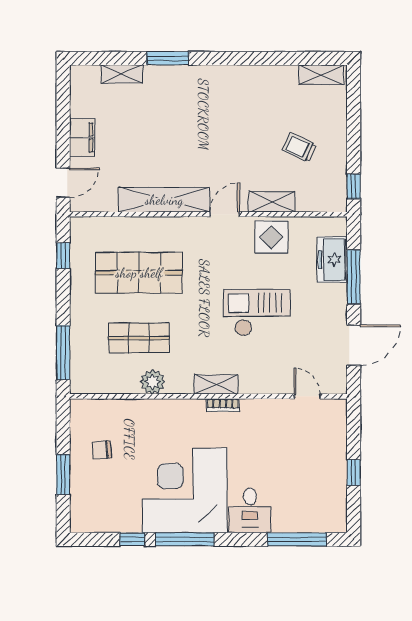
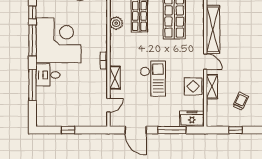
window: (354, 187) -> (236, 130), moved
freezer: (332, 260) -> (192, 119), moved
shelving: (216, 384) -> (115, 78), moved
window: (297, 539) -> (32, 85), moved

